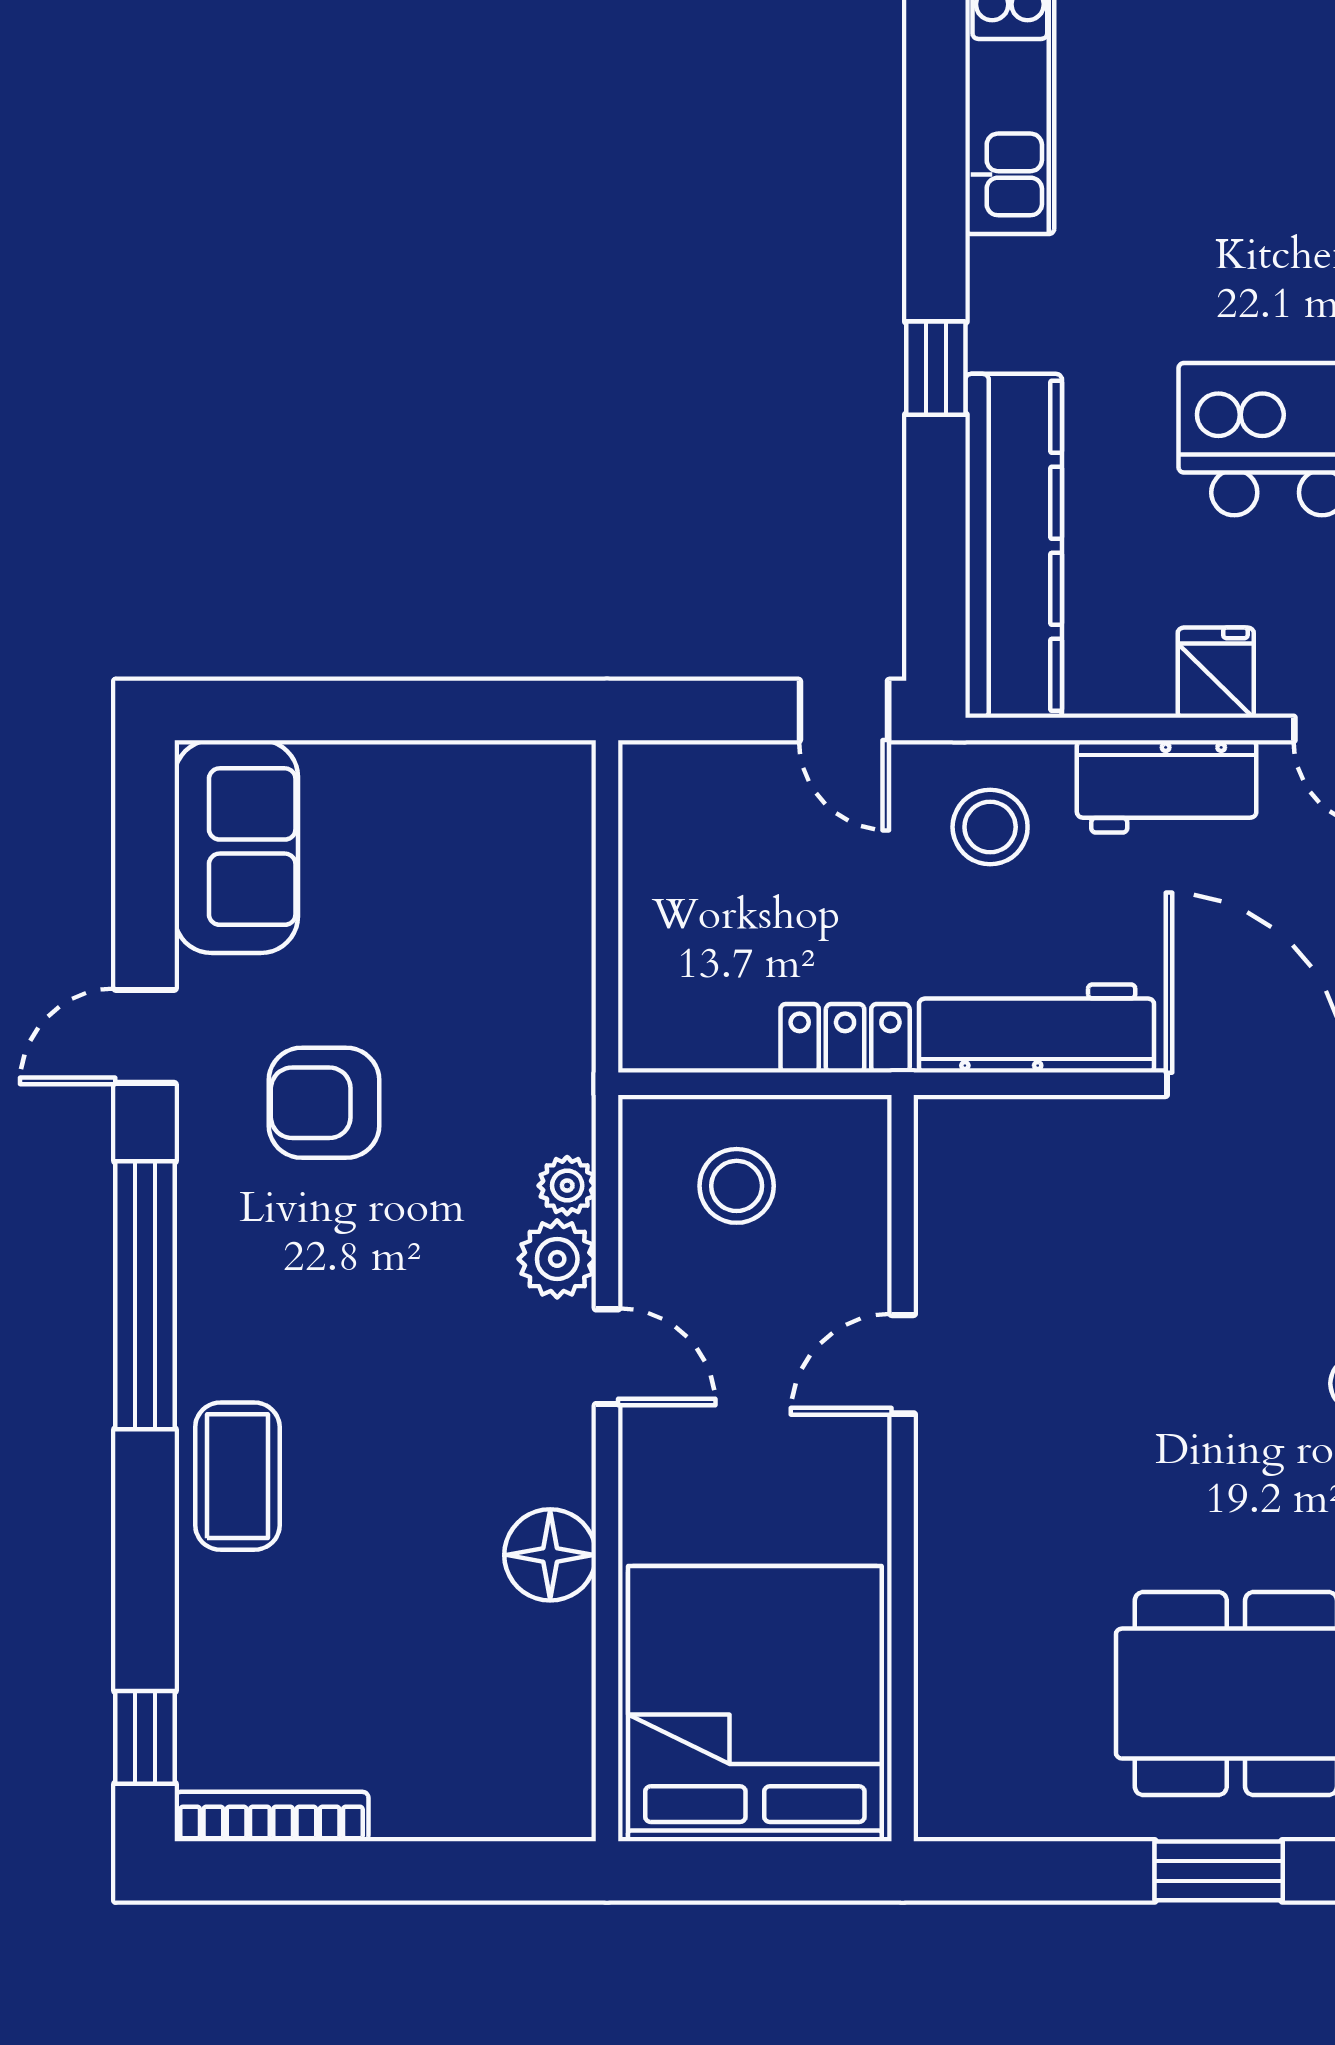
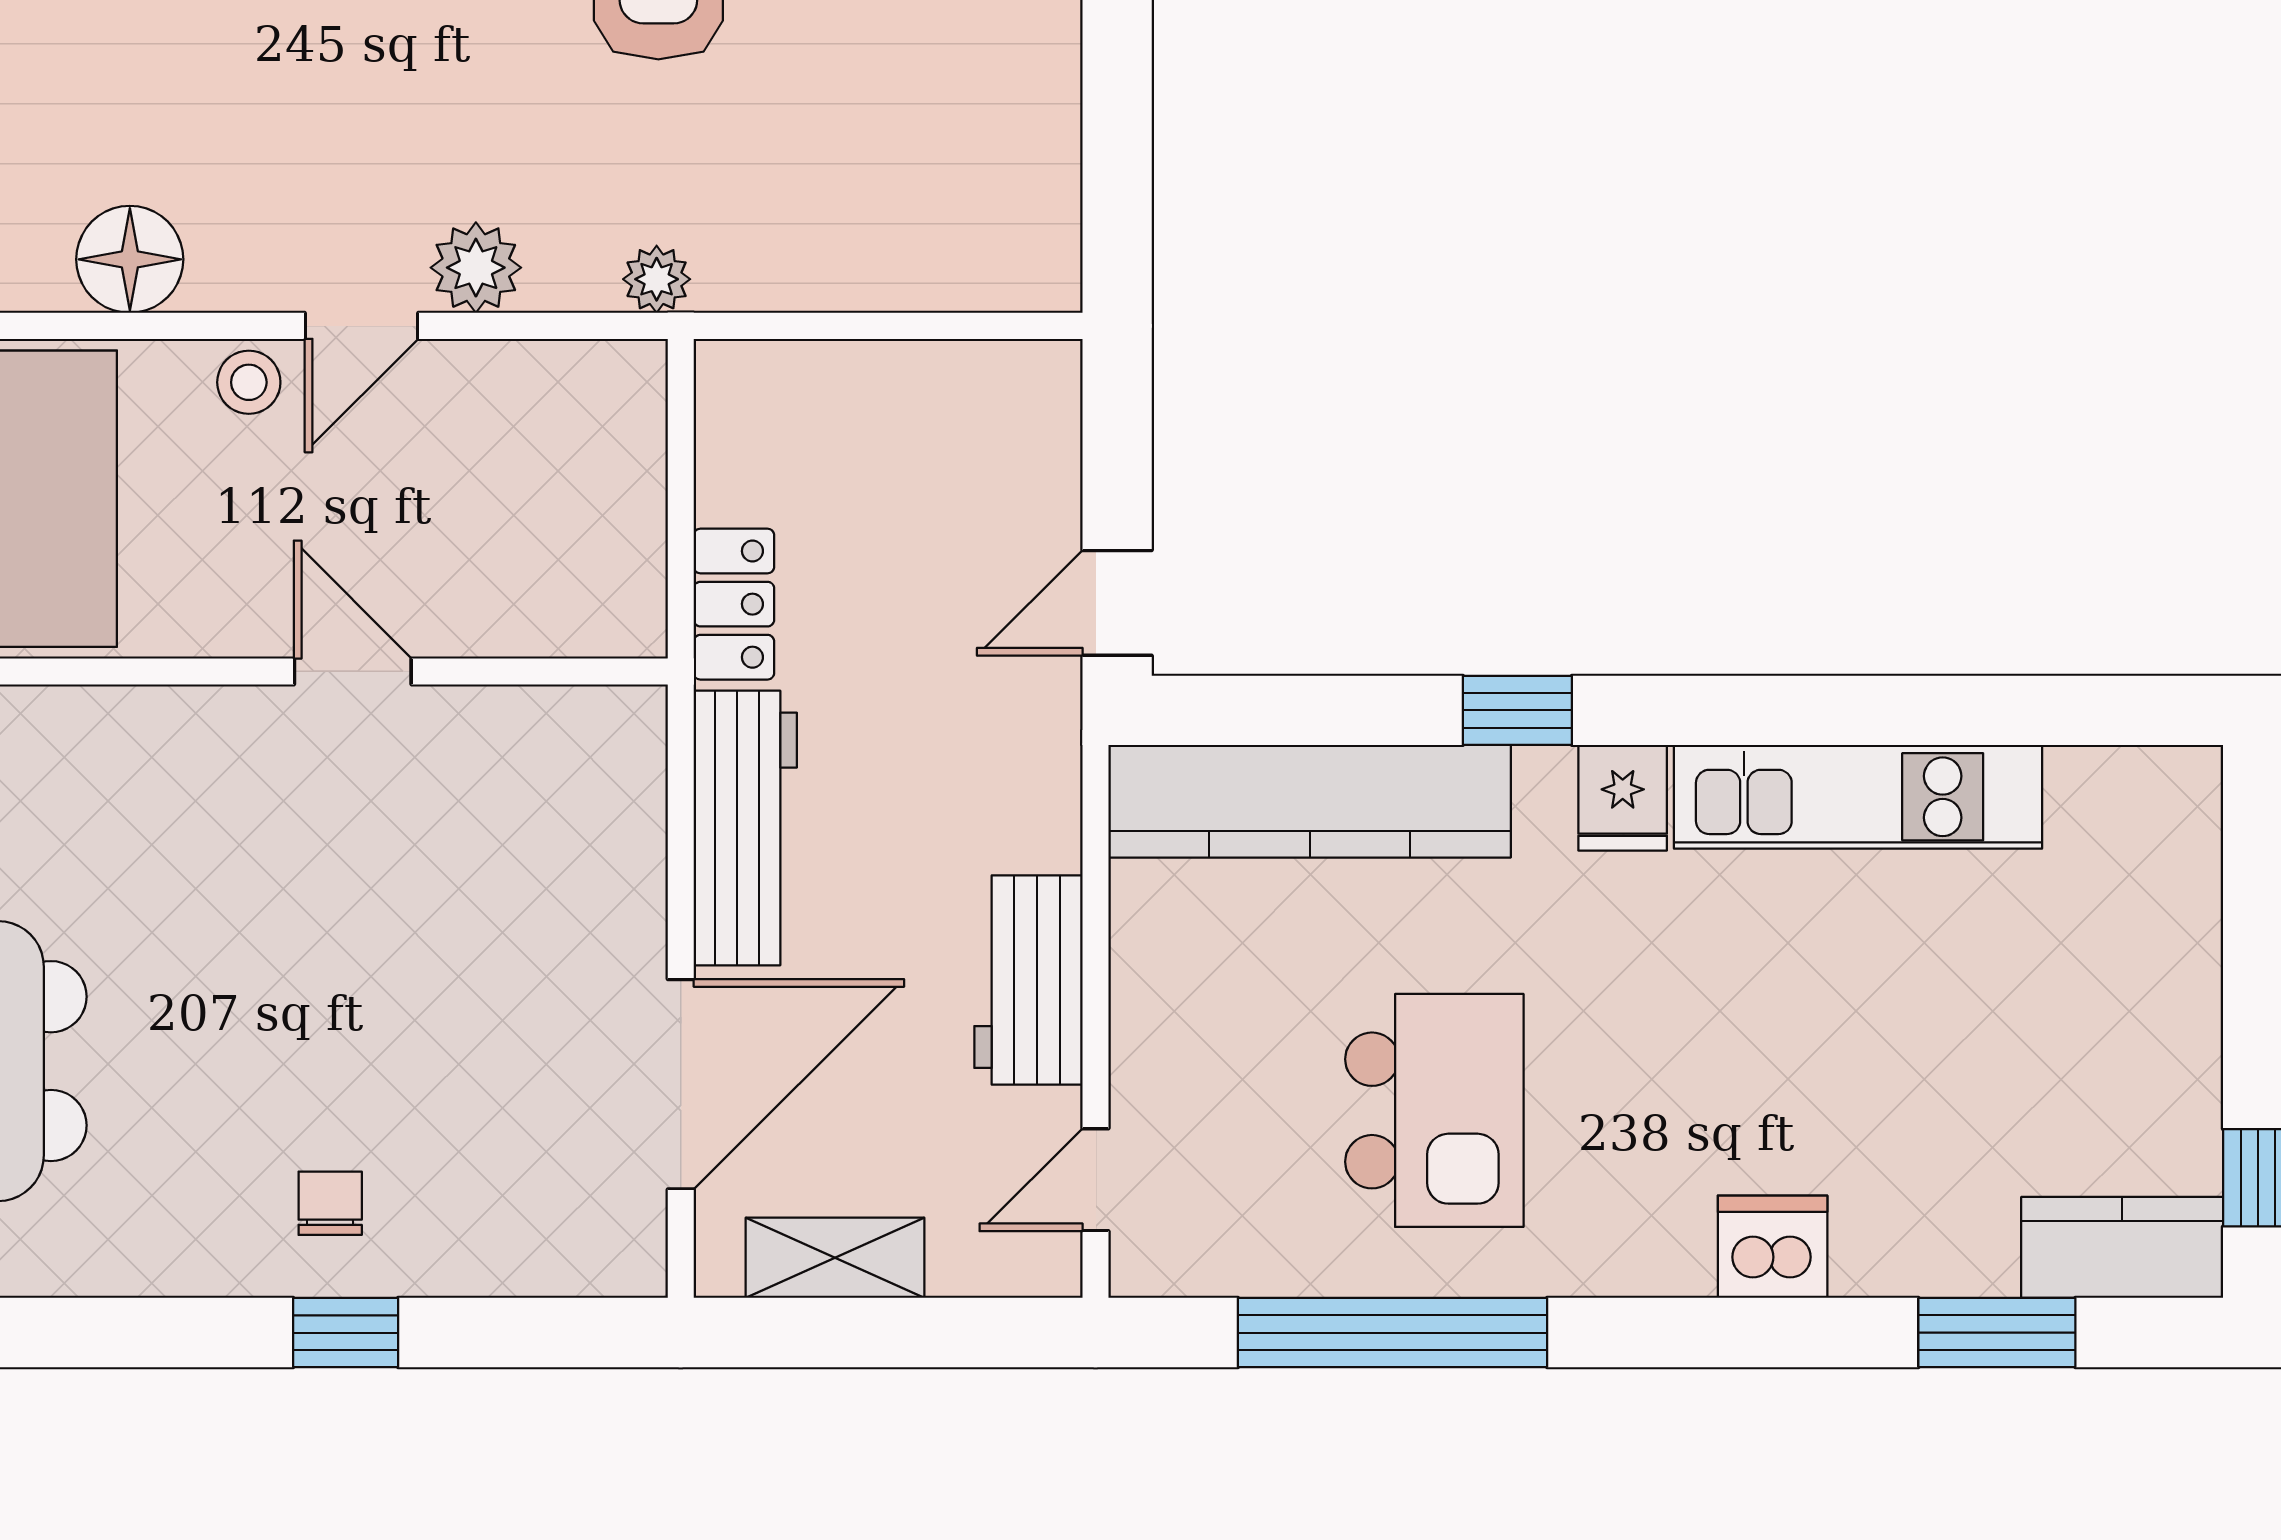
fridge: (1216, 673) -> (1623, 798), moved, turned 90
stool: (990, 827) -> (981, 774), removed
plant: (567, 1186) -> (657, 279), moved
stool: (737, 1186) -> (249, 382), moved, width x0.73, depth x0.73

